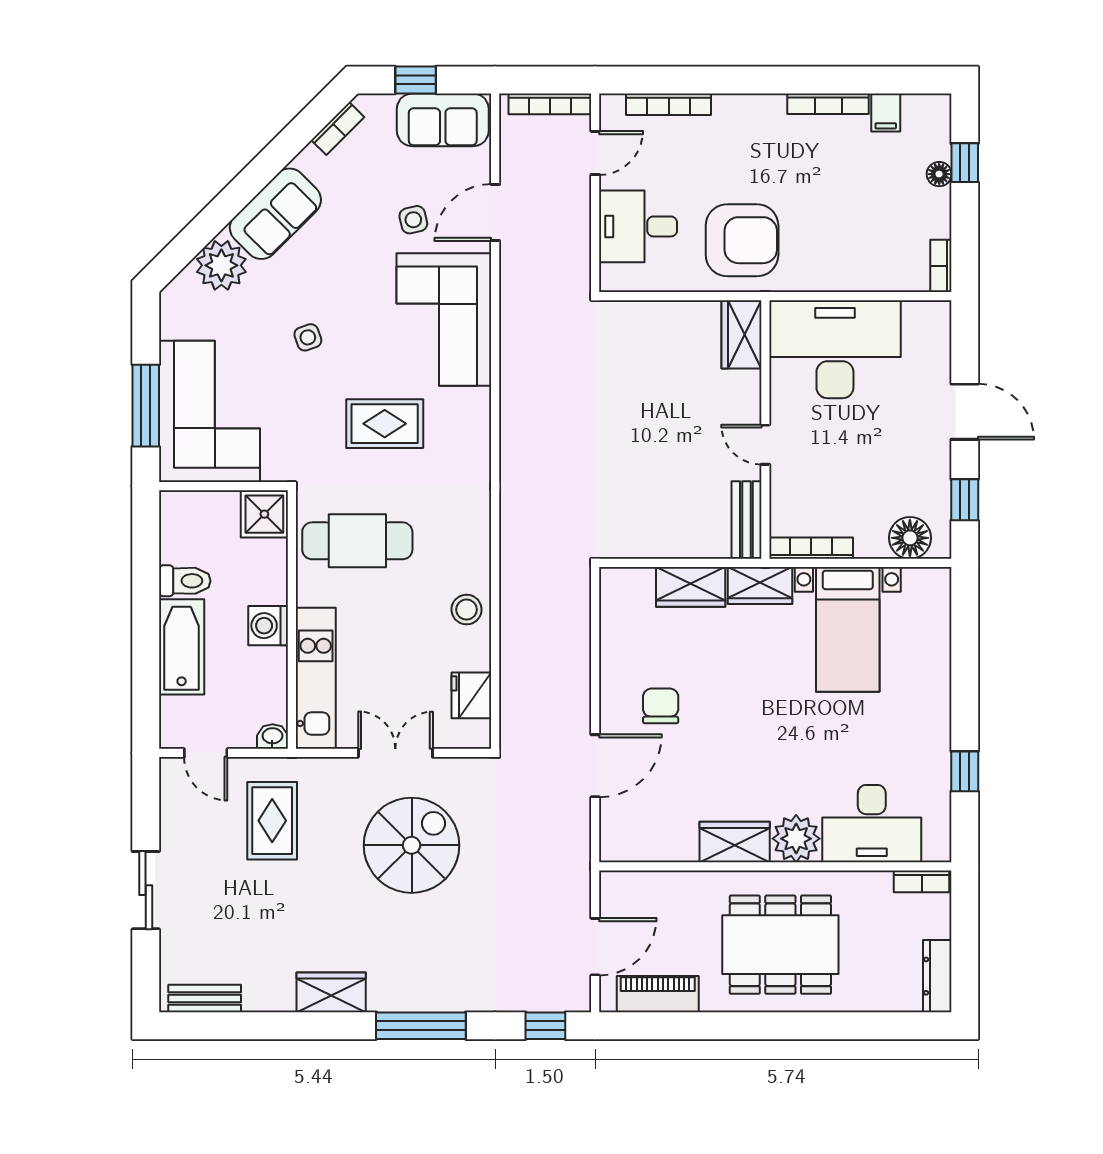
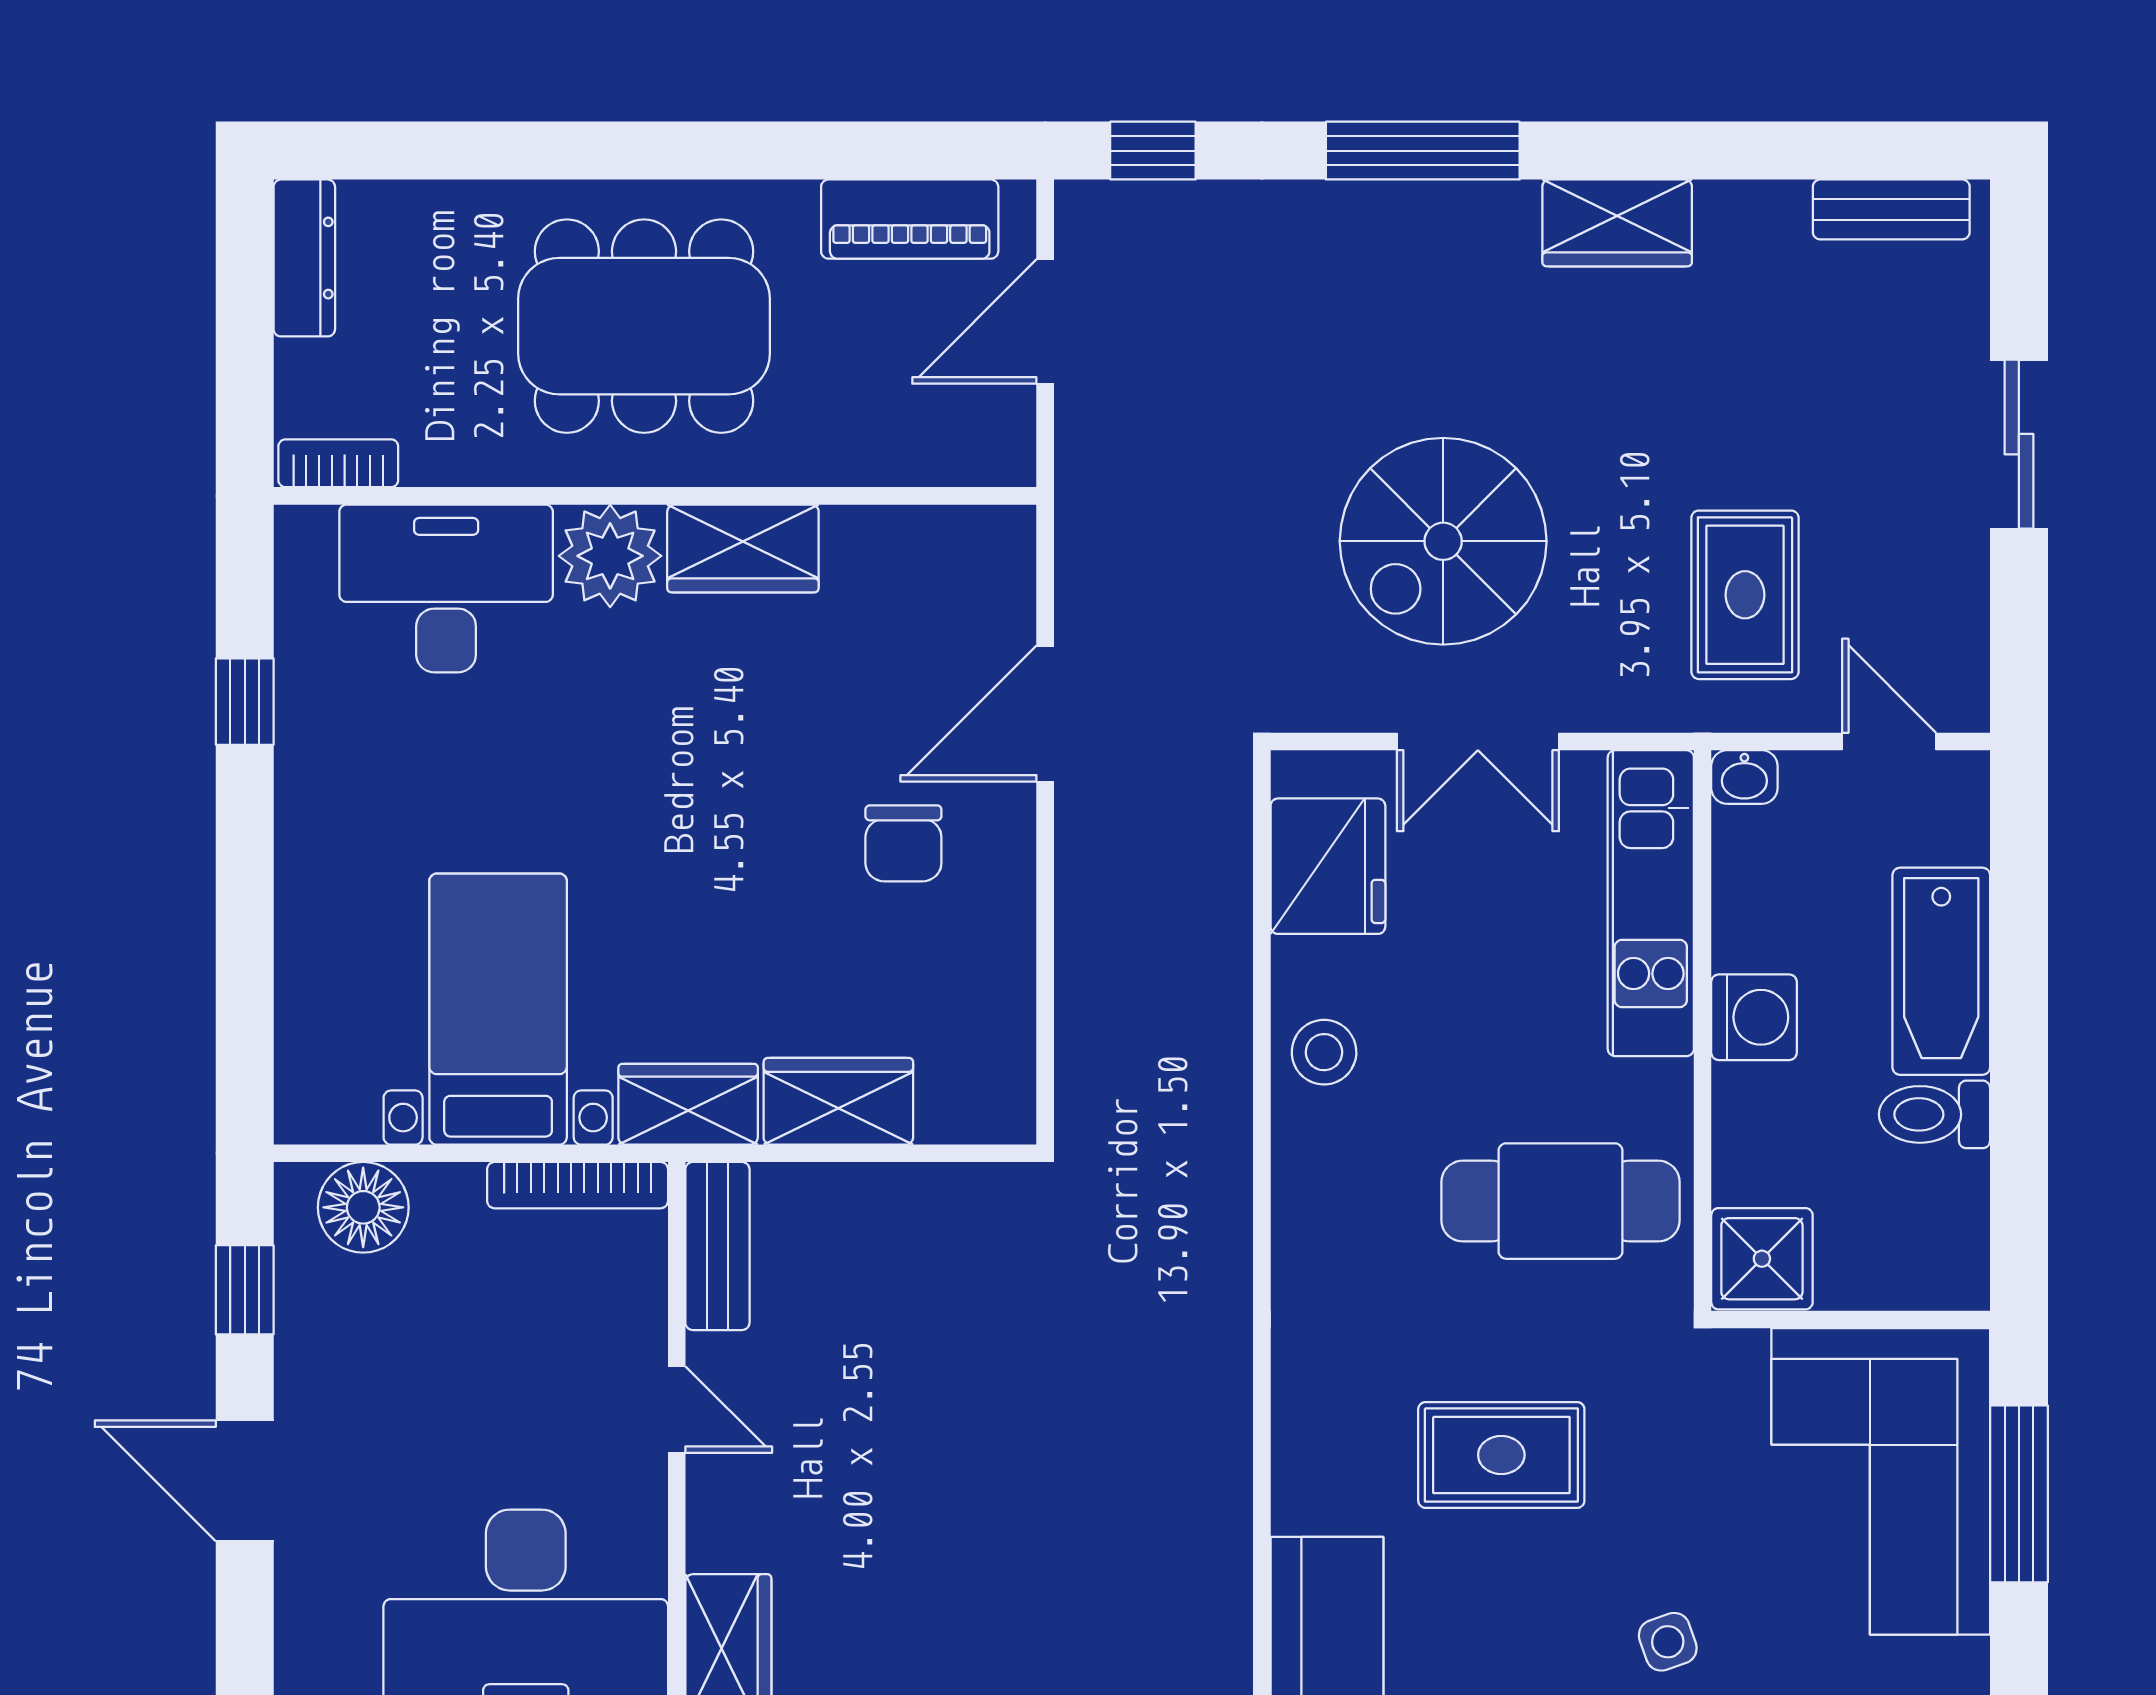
fridge: (471, 695) -> (1328, 866), width x1.36, depth x1.34

